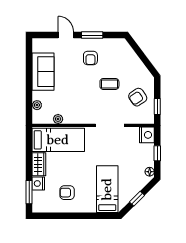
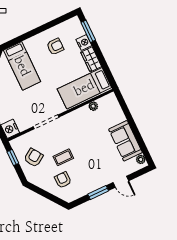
armchair: (90, 58) -> (63, 180), moved
plant: (37, 105) -> (141, 159), moved

